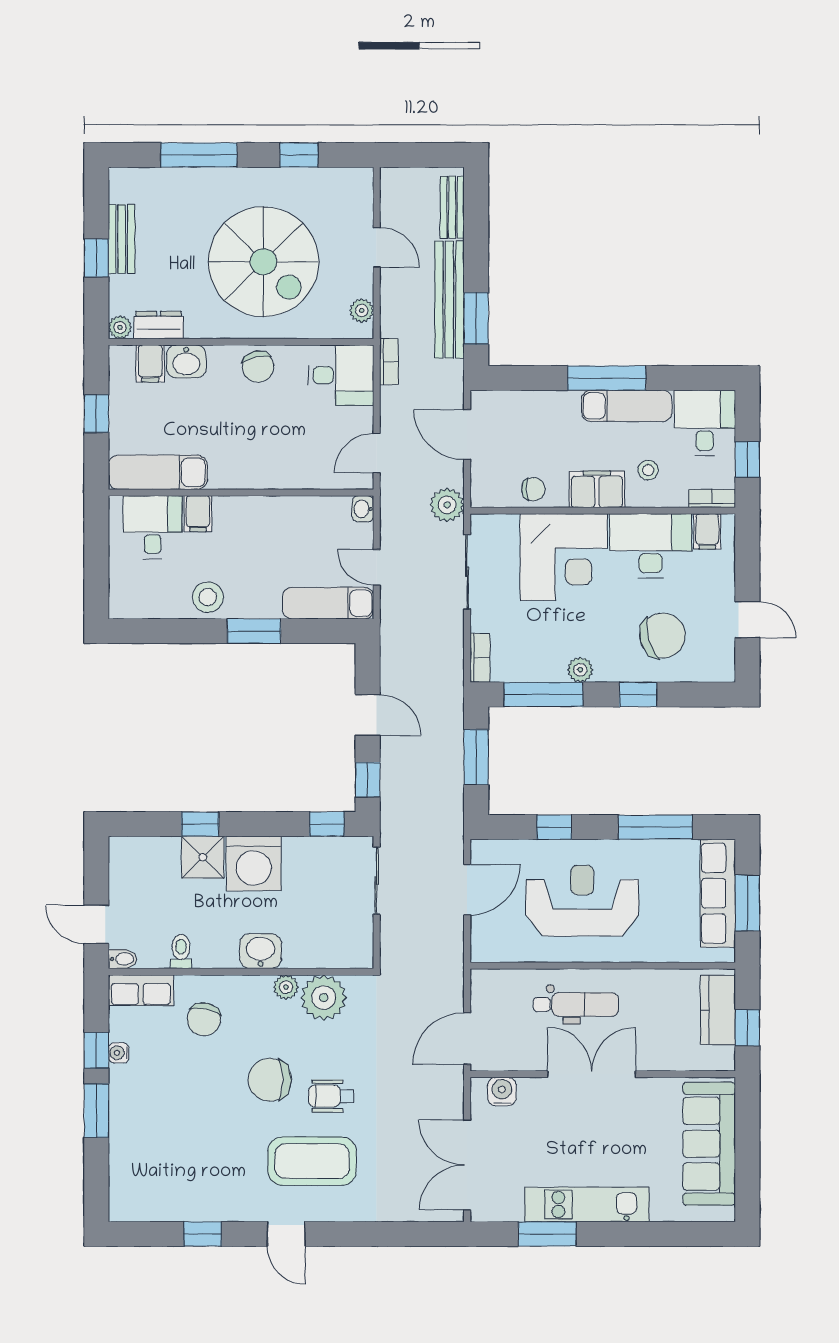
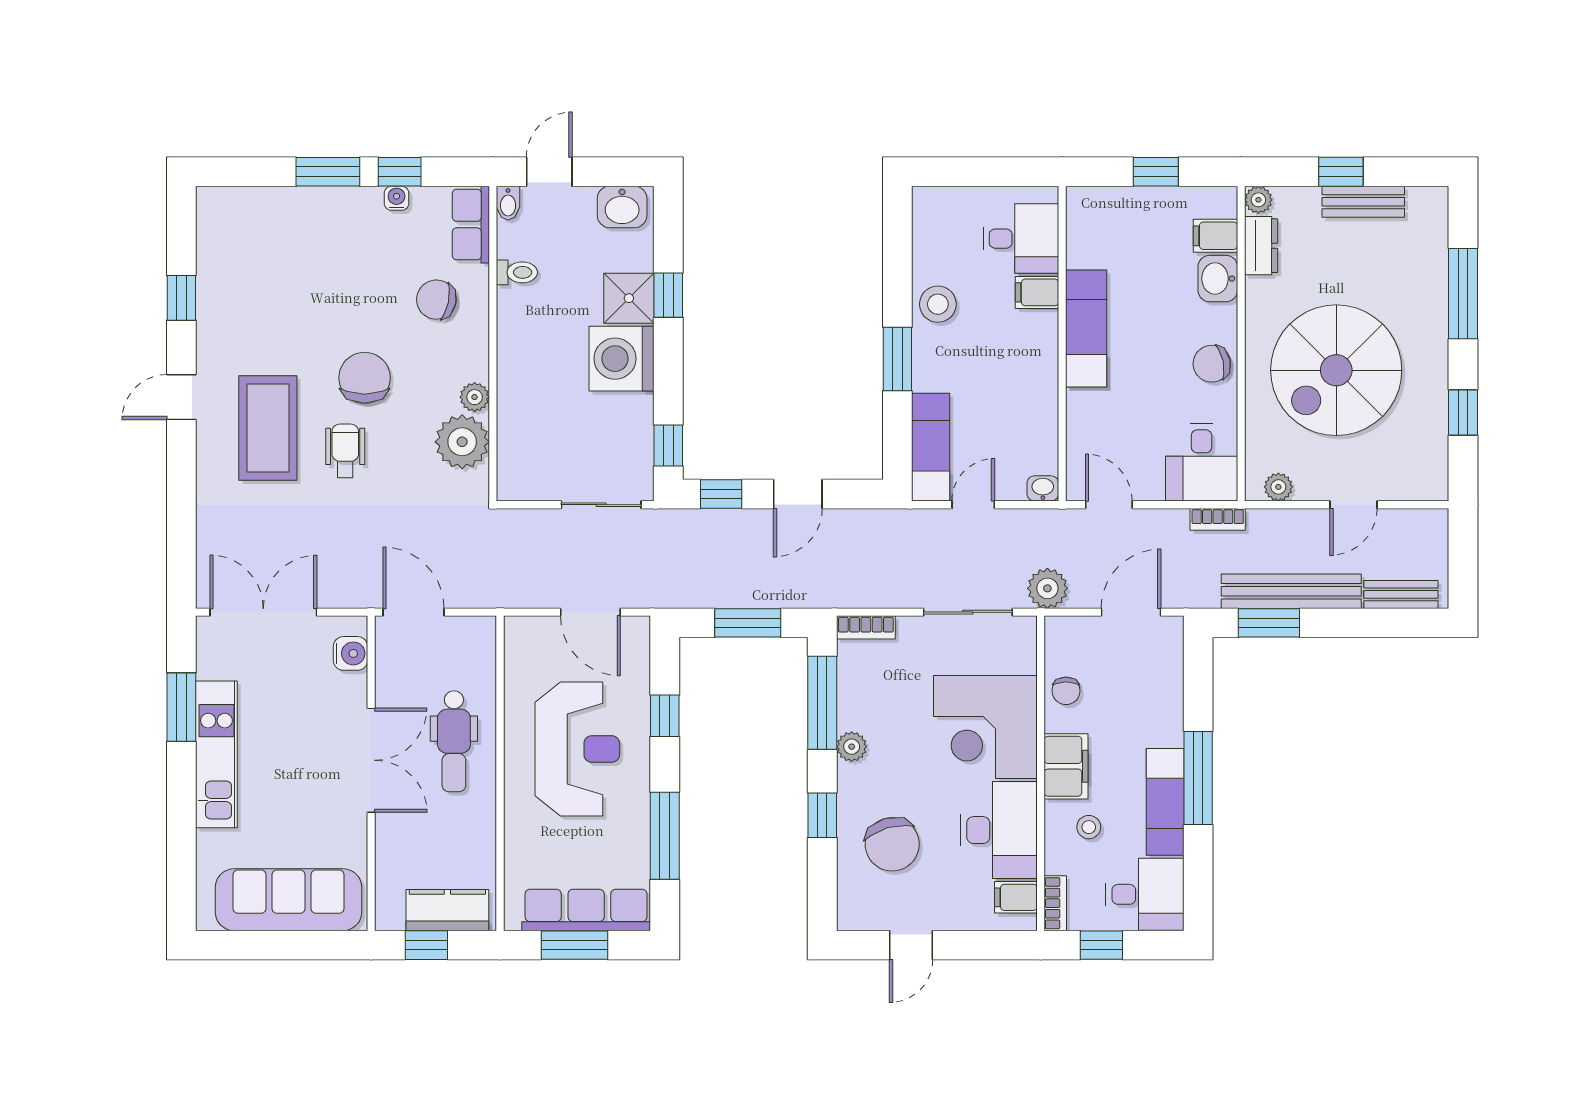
exam couch: (158, 472) -> (1086, 329), moved
washbasin: (261, 951) -> (622, 207), moved, turned 90

